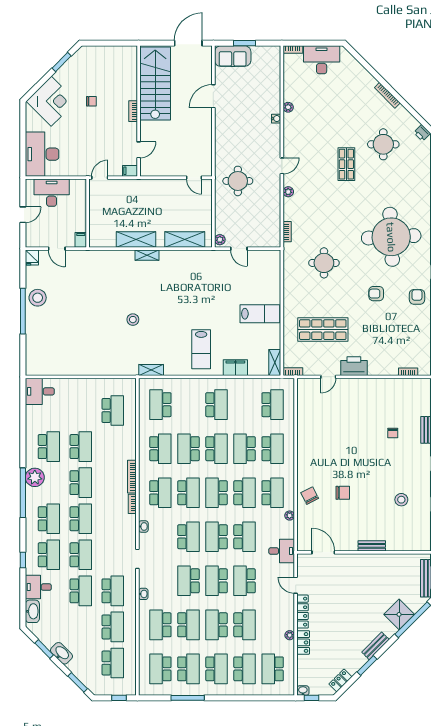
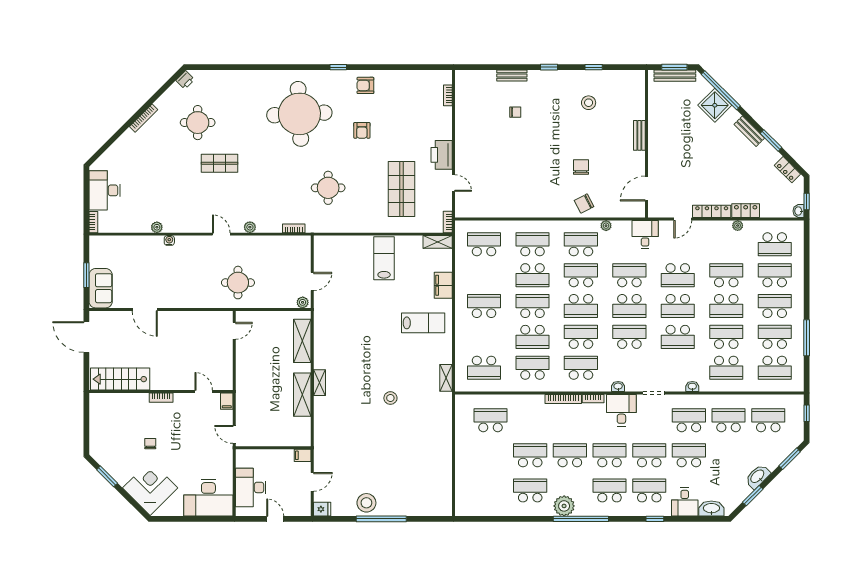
stairs: (155, 84) -> (120, 379), width x0.73, depth x0.66
desk: (40, 391) -> (621, 410), moved, turned 180

